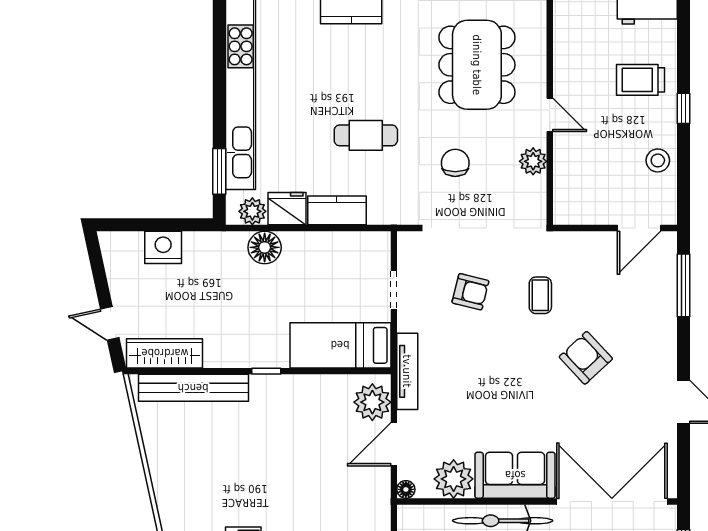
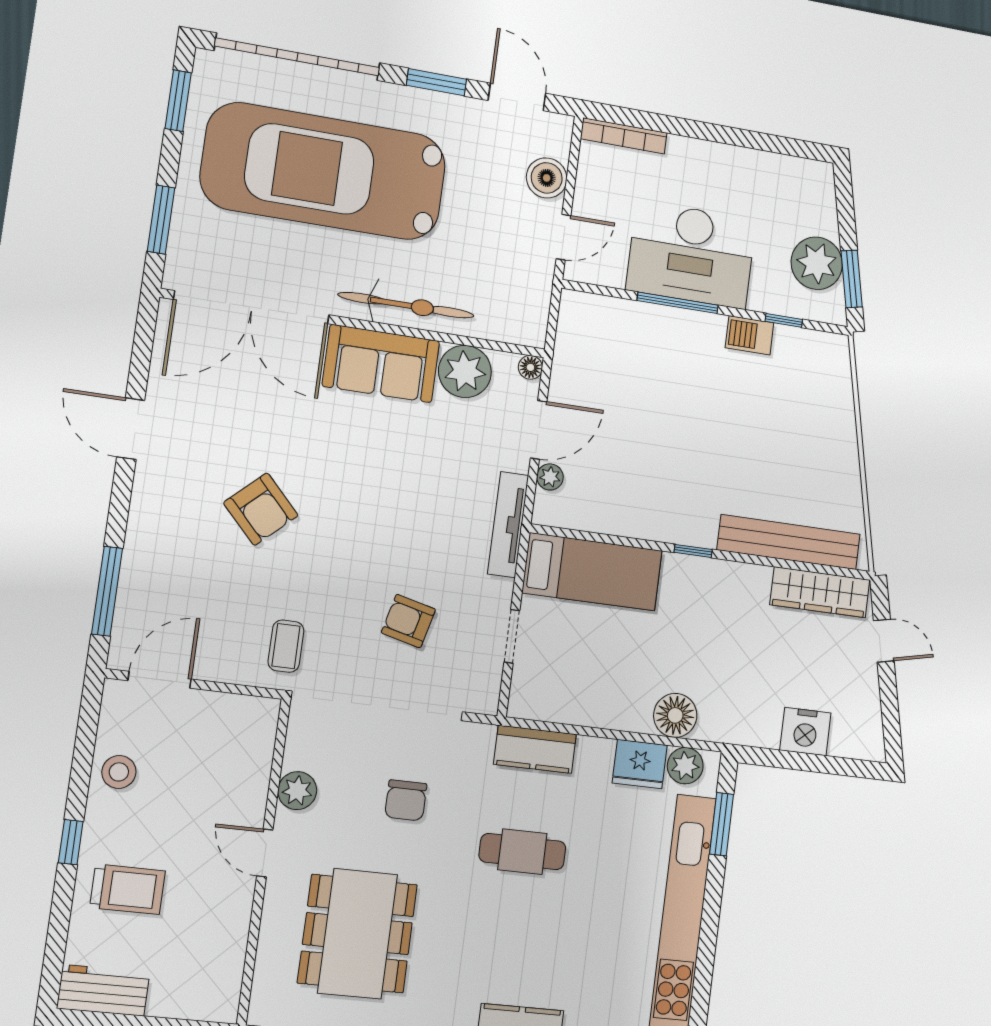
kitchen counter: (337, 210) -> (535, 749), moved
coffee table: (540, 295) -> (286, 646), moved
plant: (372, 402) -> (550, 477), width x0.53, depth x0.53

